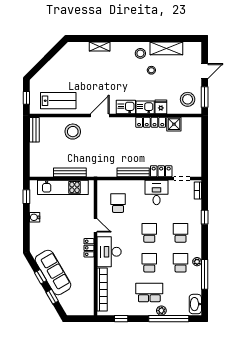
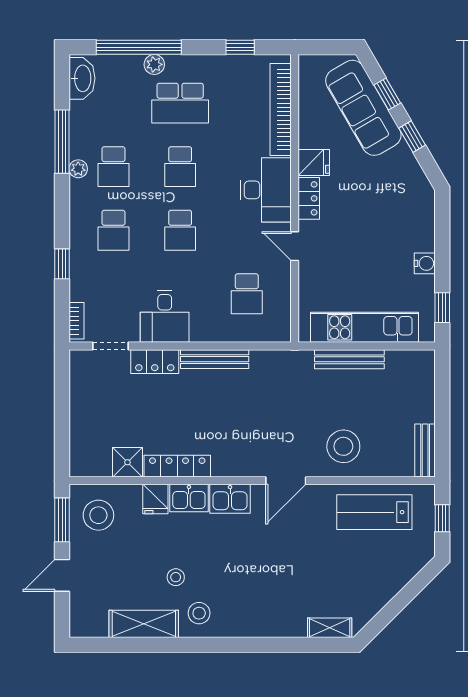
shelving: (100, 47) -> (330, 628), moved
fridge: (87, 265) -> (314, 162), added
sofa: (53, 272) -> (363, 108), moved

